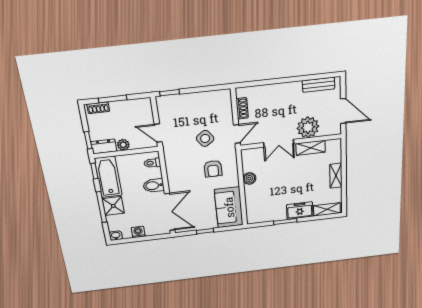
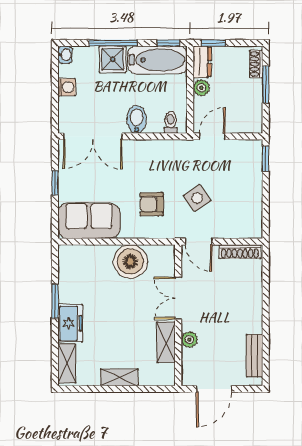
shoe rack: (242, 108) -> (240, 252), width x1.43
plant: (308, 127) -> (189, 340), width x0.53, depth x0.53
boiler: (249, 178) -> (130, 262), width x1.86, depth x1.86

